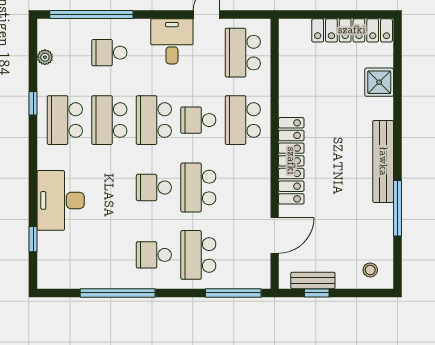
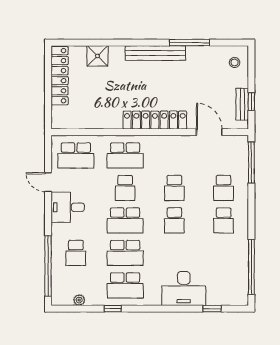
school desk: (198, 187) -> (174, 188), width x0.54
school desk: (198, 255) -> (224, 188), width x0.54
window: (118, 293) -> (251, 267), moved

